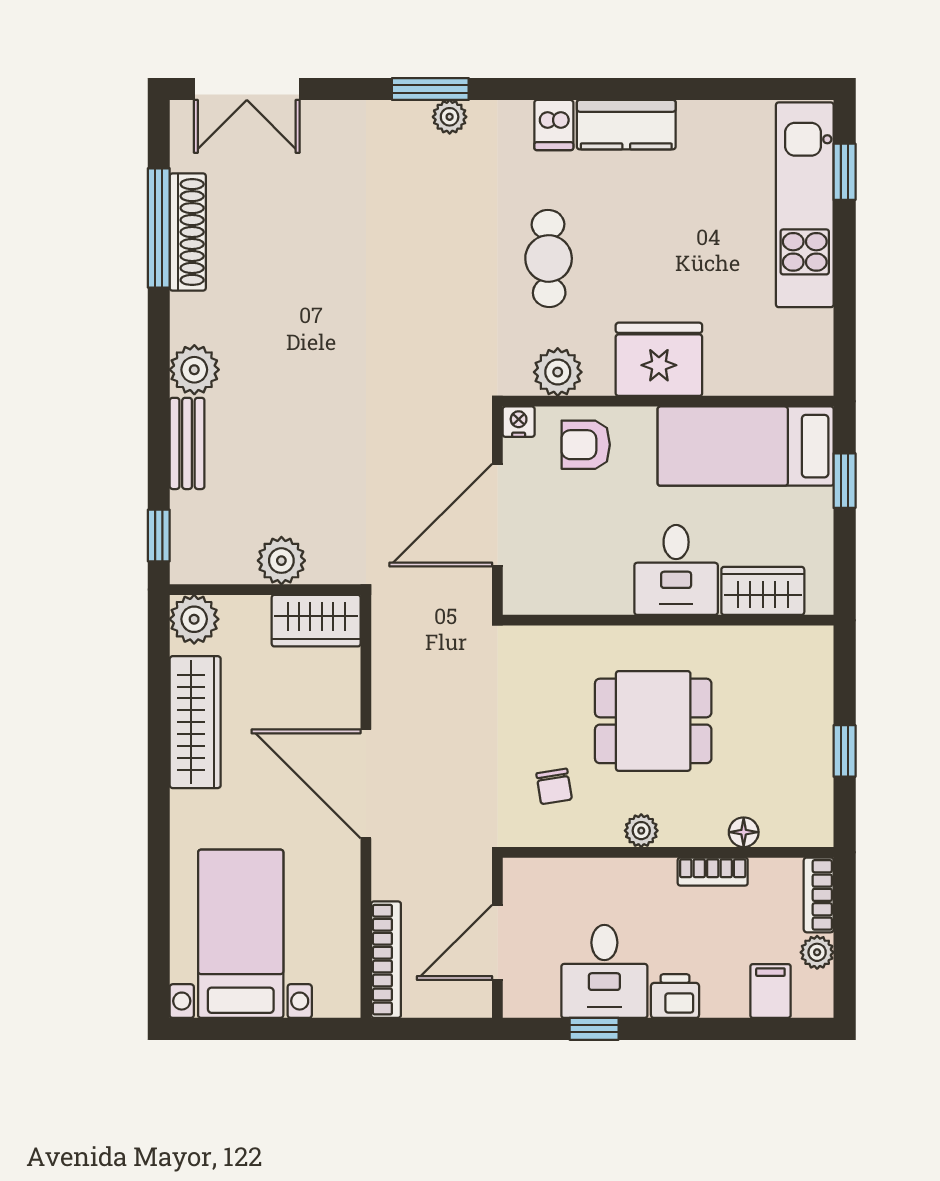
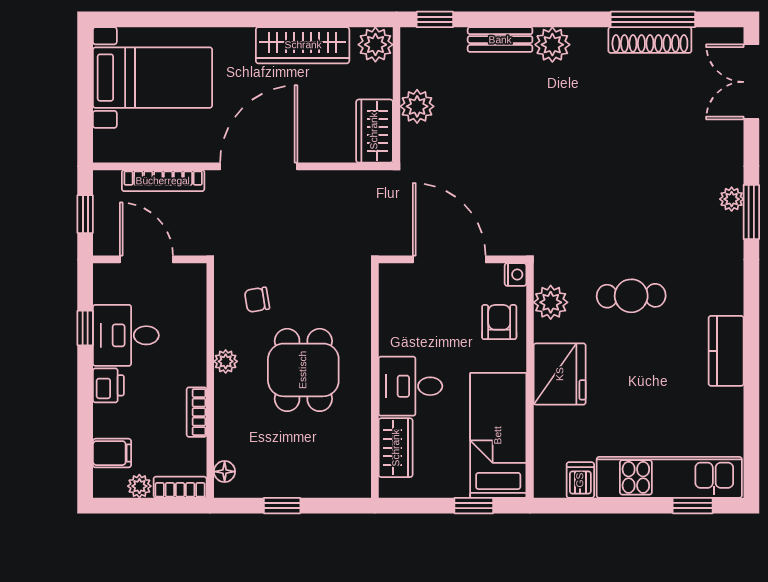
plant: (450, 117) -> (732, 199), moved
dishwasher: (554, 125) -> (580, 480), moved, turned 90
floor lamp: (744, 832) -> (225, 472), moved
bookcase: (386, 960) -> (163, 181), moved
window: (433, 1029) -> (85, 214), added

